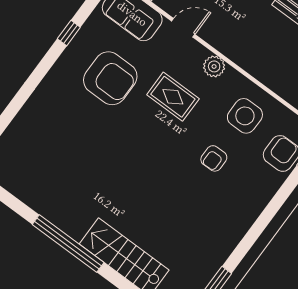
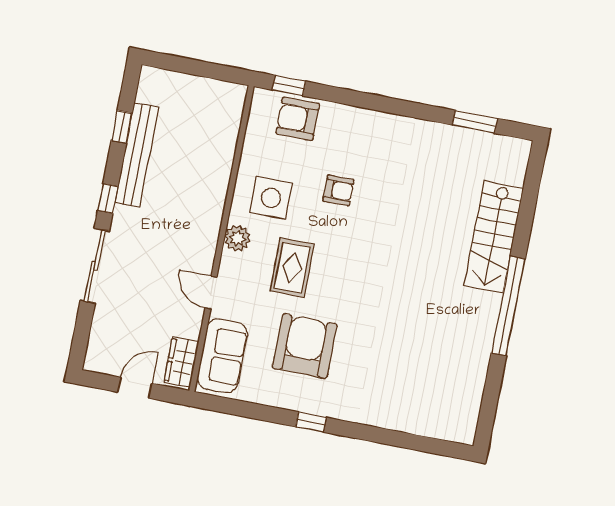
window: (69, 33) -> (311, 422), moved
side table: (245, 116) -> (271, 198), moved

